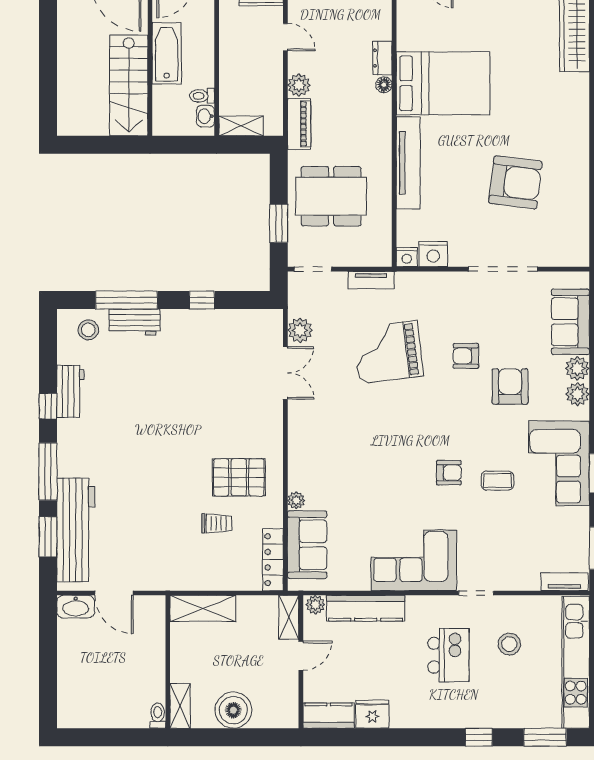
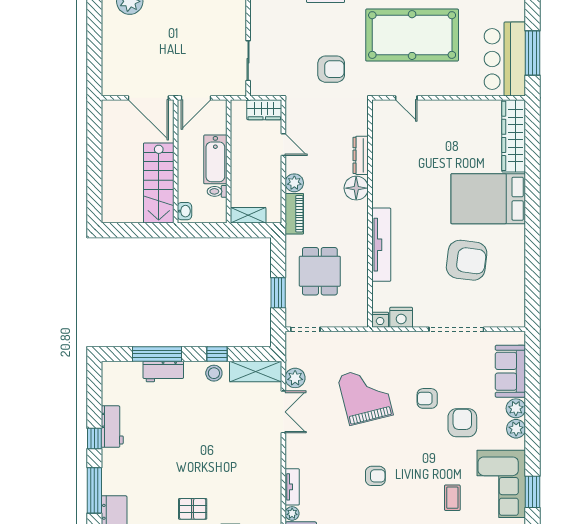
bathtub: (167, 53) -> (215, 159), moved, turned 180
dresser: (382, 58) -> (361, 155), width x1.44
bed: (443, 83) -> (488, 199), moved, turned 180
floor lamp: (384, 85) -> (356, 188), width x1.89, depth x1.89
washbasin: (205, 116) -> (184, 211), moved, turned 180
dining table: (331, 196) -> (320, 271), width x0.73
tv unit: (371, 280) -> (292, 487), moved, turned -90
shelving: (250, 322) -> (256, 371), added
stool: (88, 330) -> (214, 373), moved
grand piano: (388, 352) -> (365, 395), turned 83
armchair: (449, 473) -> (375, 476), moved
pallet: (239, 477) -> (193, 509), moved, width x0.67, depth x0.71
coffee table: (498, 481) -> (452, 498), turned 90

